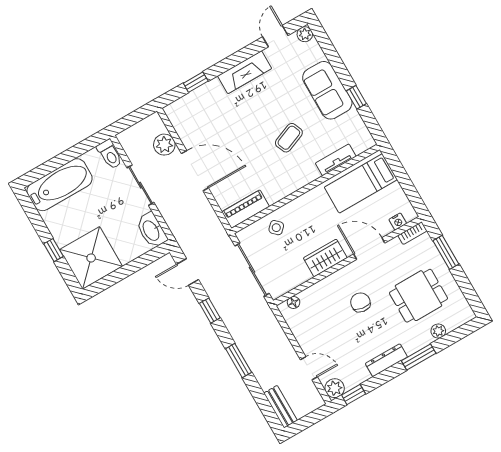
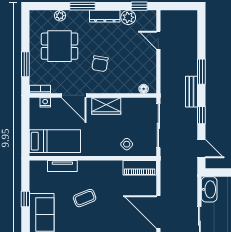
plant: (335, 388) -> (128, 17), moved
bench: (281, 407) -> (191, 92), moved

